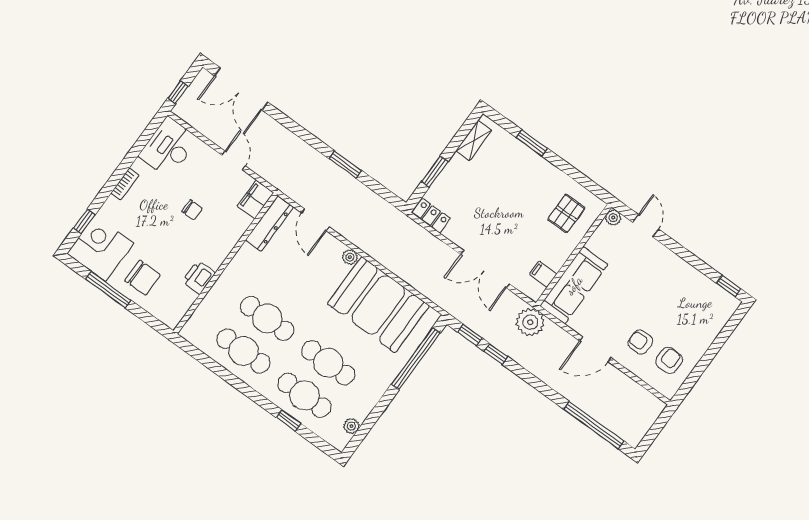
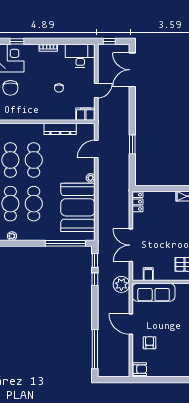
window: (435, 171) -> (160, 189), removed
dresser: (269, 223) -> (60, 129), moved
printer: (199, 277) -> (30, 114), removed
armchair: (669, 360) -> (140, 369), moved

